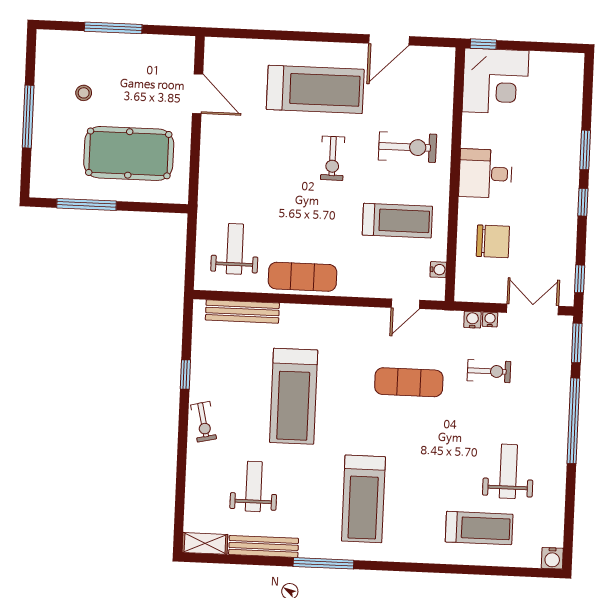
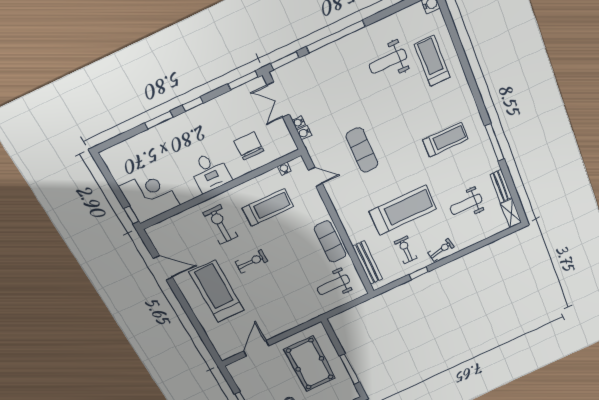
treadmill: (397, 221) -> (268, 207), turned 90
window: (580, 279) -> (243, 80), width x1.50
exercise bike: (489, 371) -> (406, 250), moved
treadmill: (363, 499) -> (445, 140), width x0.73, depth x0.73
bench: (264, 546) -> (501, 186), width x0.73

